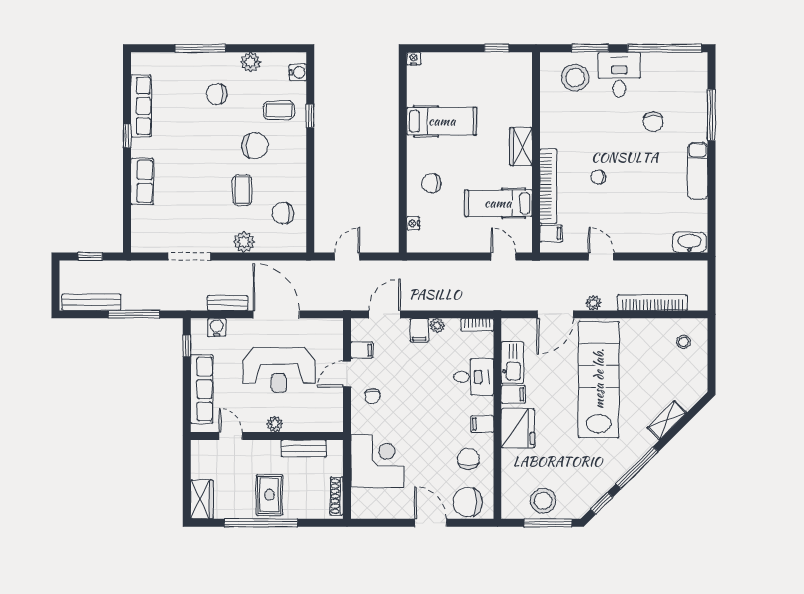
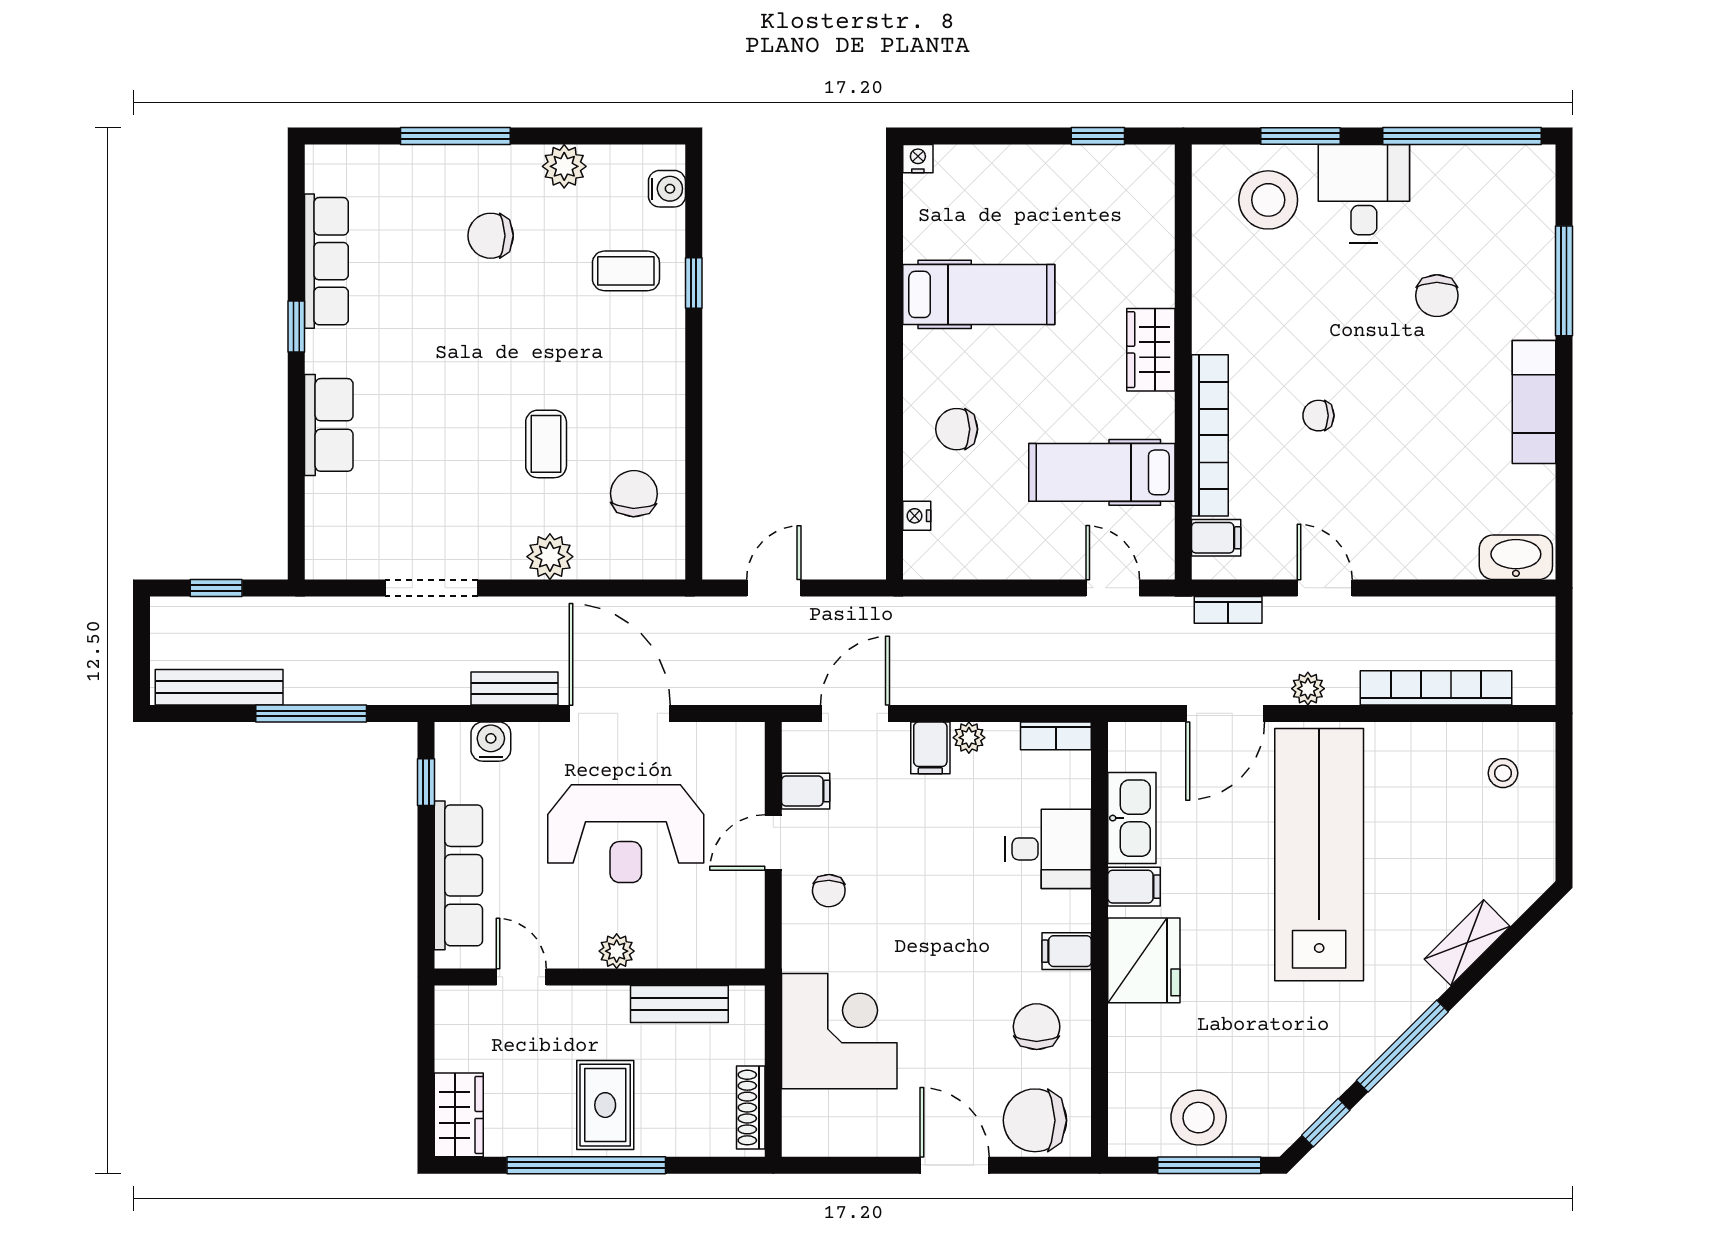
chair: (255, 146) -> (574, 347), removed
chair: (283, 213) -> (634, 494), turned 92
bookcase: (557, 267) -> (1228, 610), added

